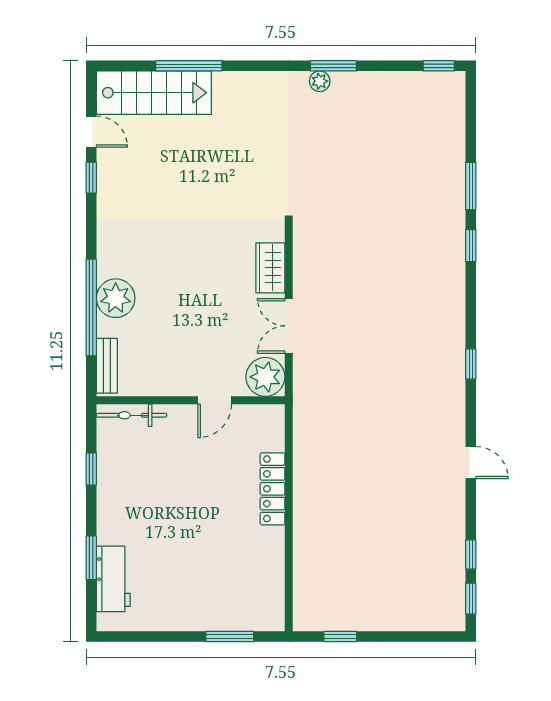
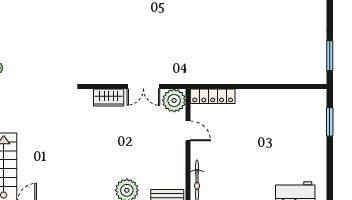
locker: (273, 489) -> (213, 96), moved
window: (340, 637) -> (330, 56), width x1.50

